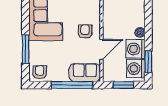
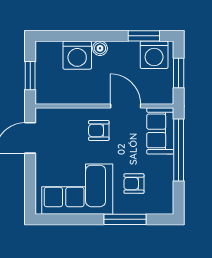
washing machine: (135, 49) -> (77, 55), moved
armchair: (40, 72) -> (134, 184), moved

